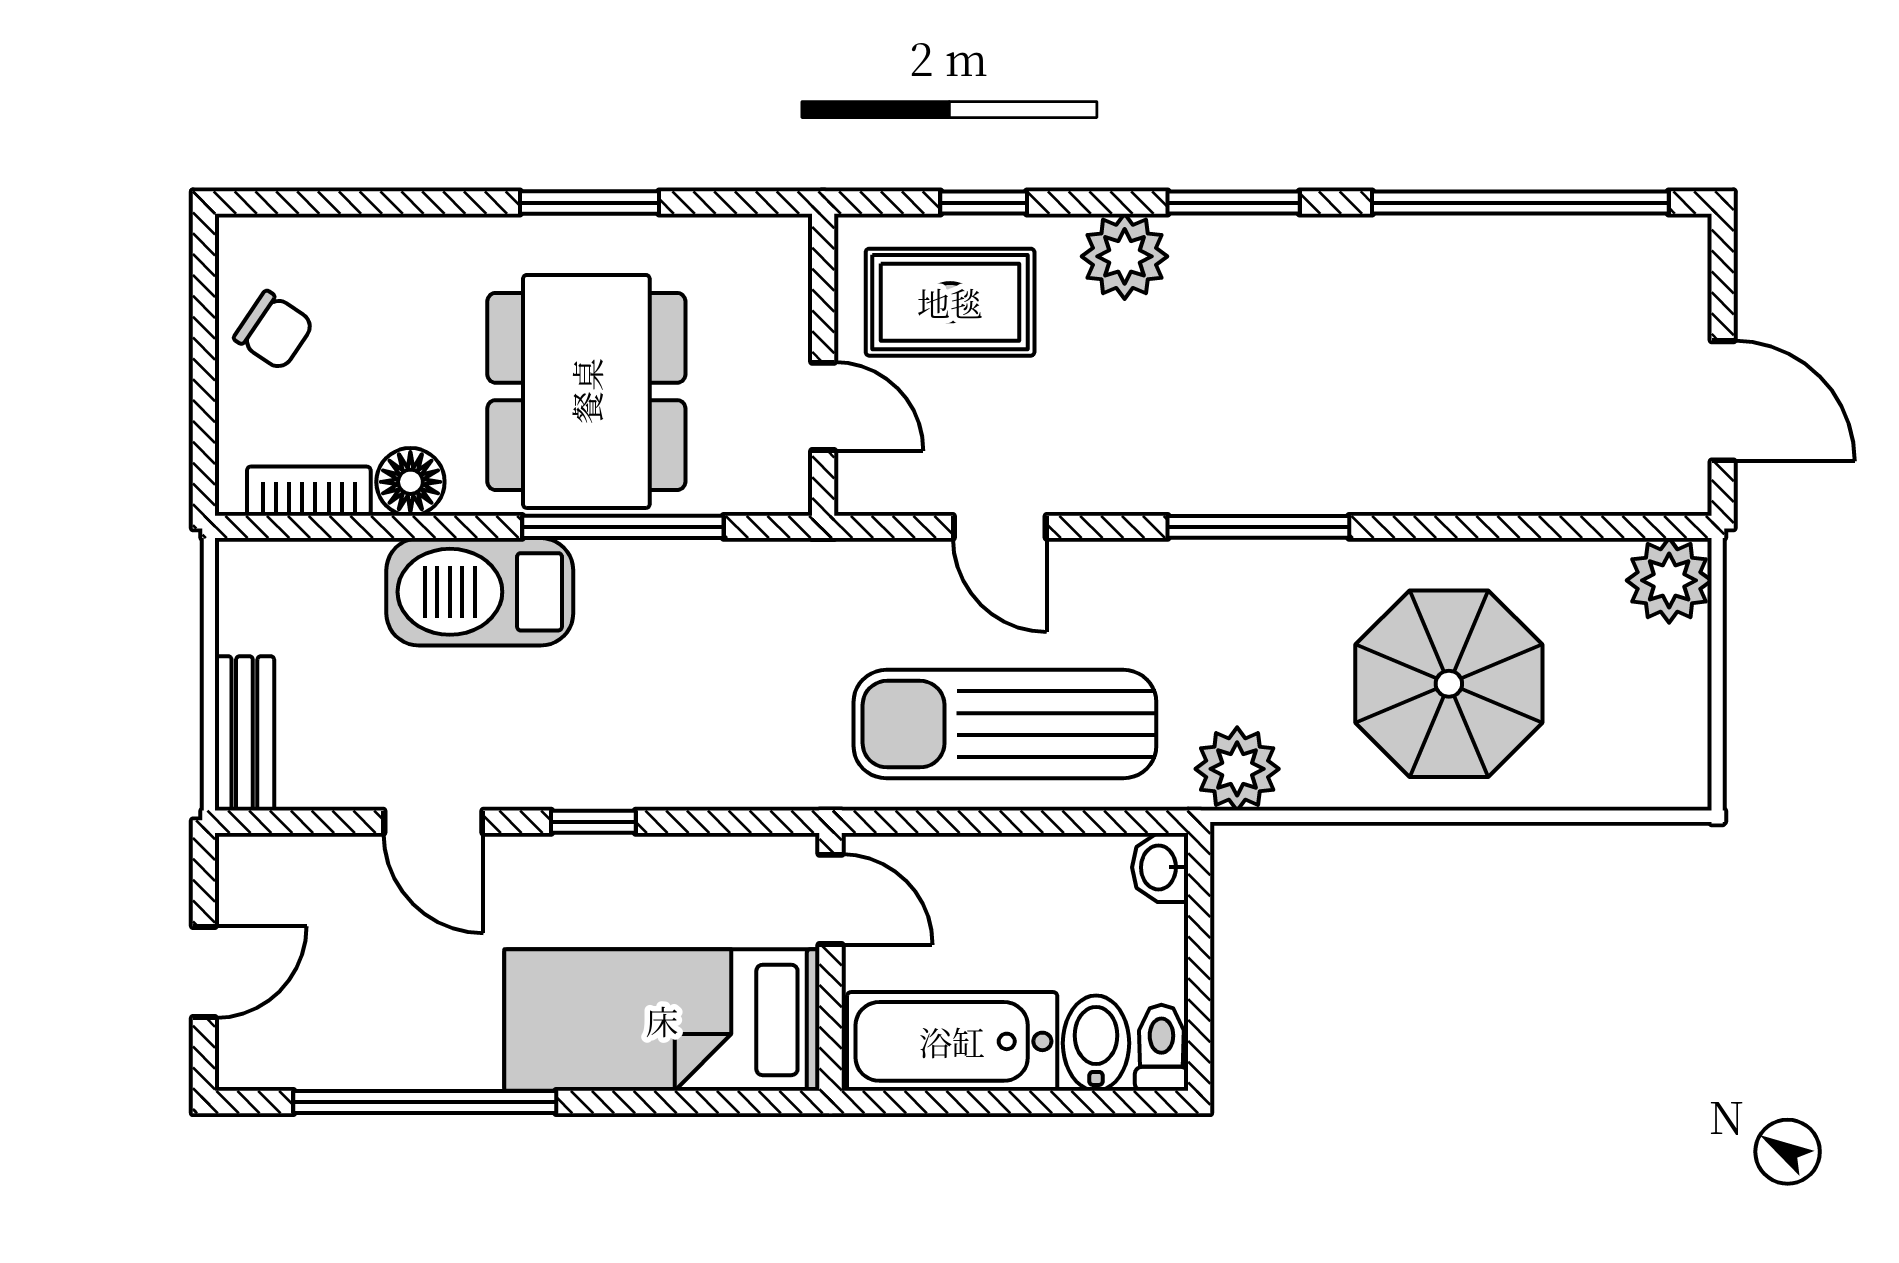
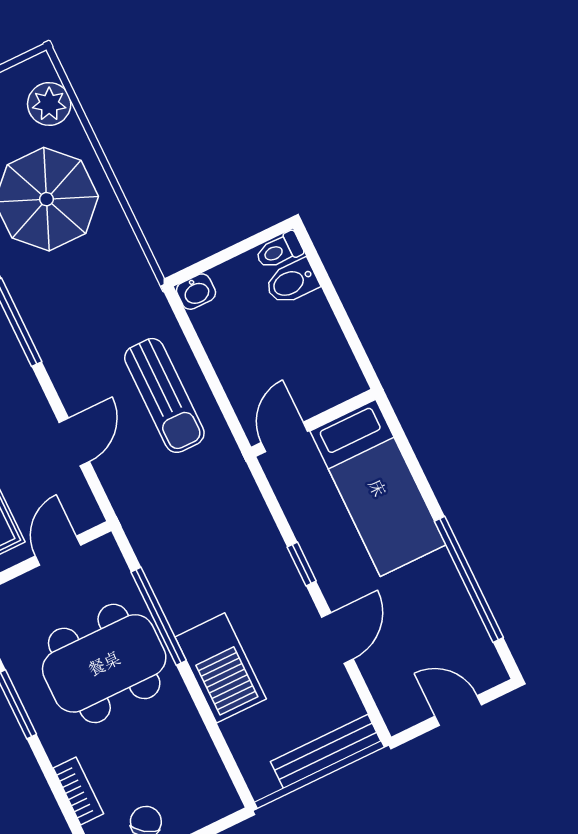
floor lamp: (410, 482) -> (185, 725), removed
bookcase: (309, 491) -> (78, 791), moved, turned 180
sun lounger: (1005, 724) -> (164, 395), width x0.73, depth x0.75
bench: (244, 733) -> (326, 751), width x1.36
plant: (1237, 769) -> (49, 104), moved
bathtub: (952, 1041) -> (323, 349), removed

